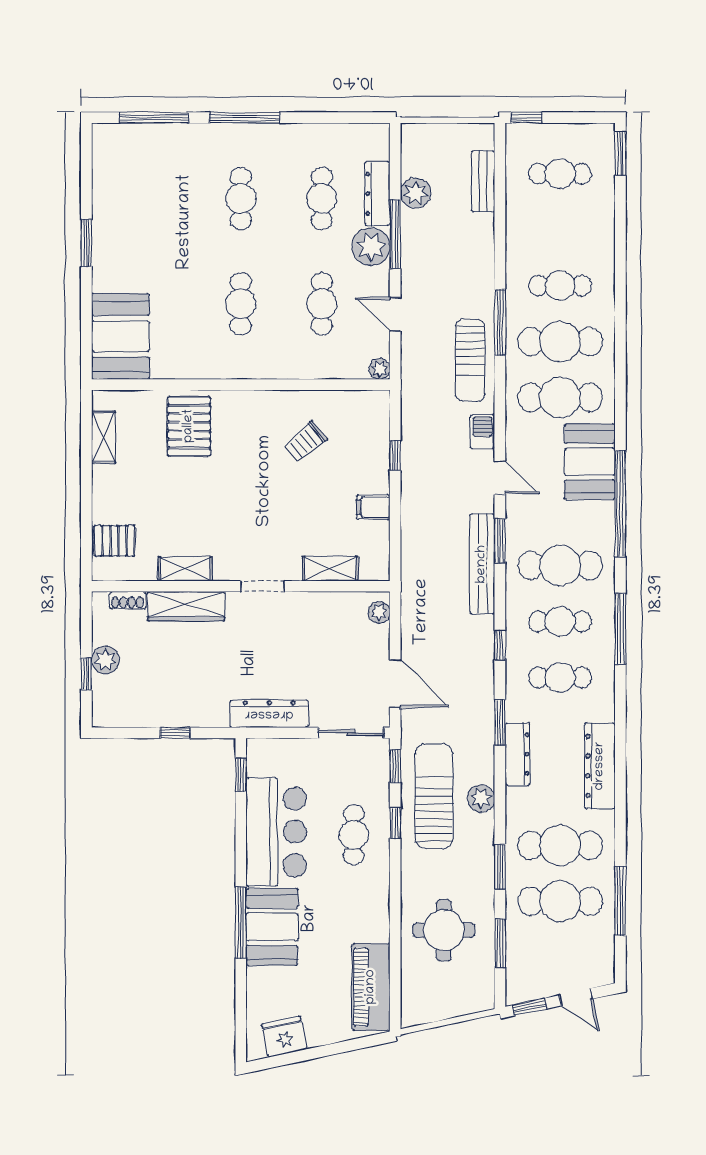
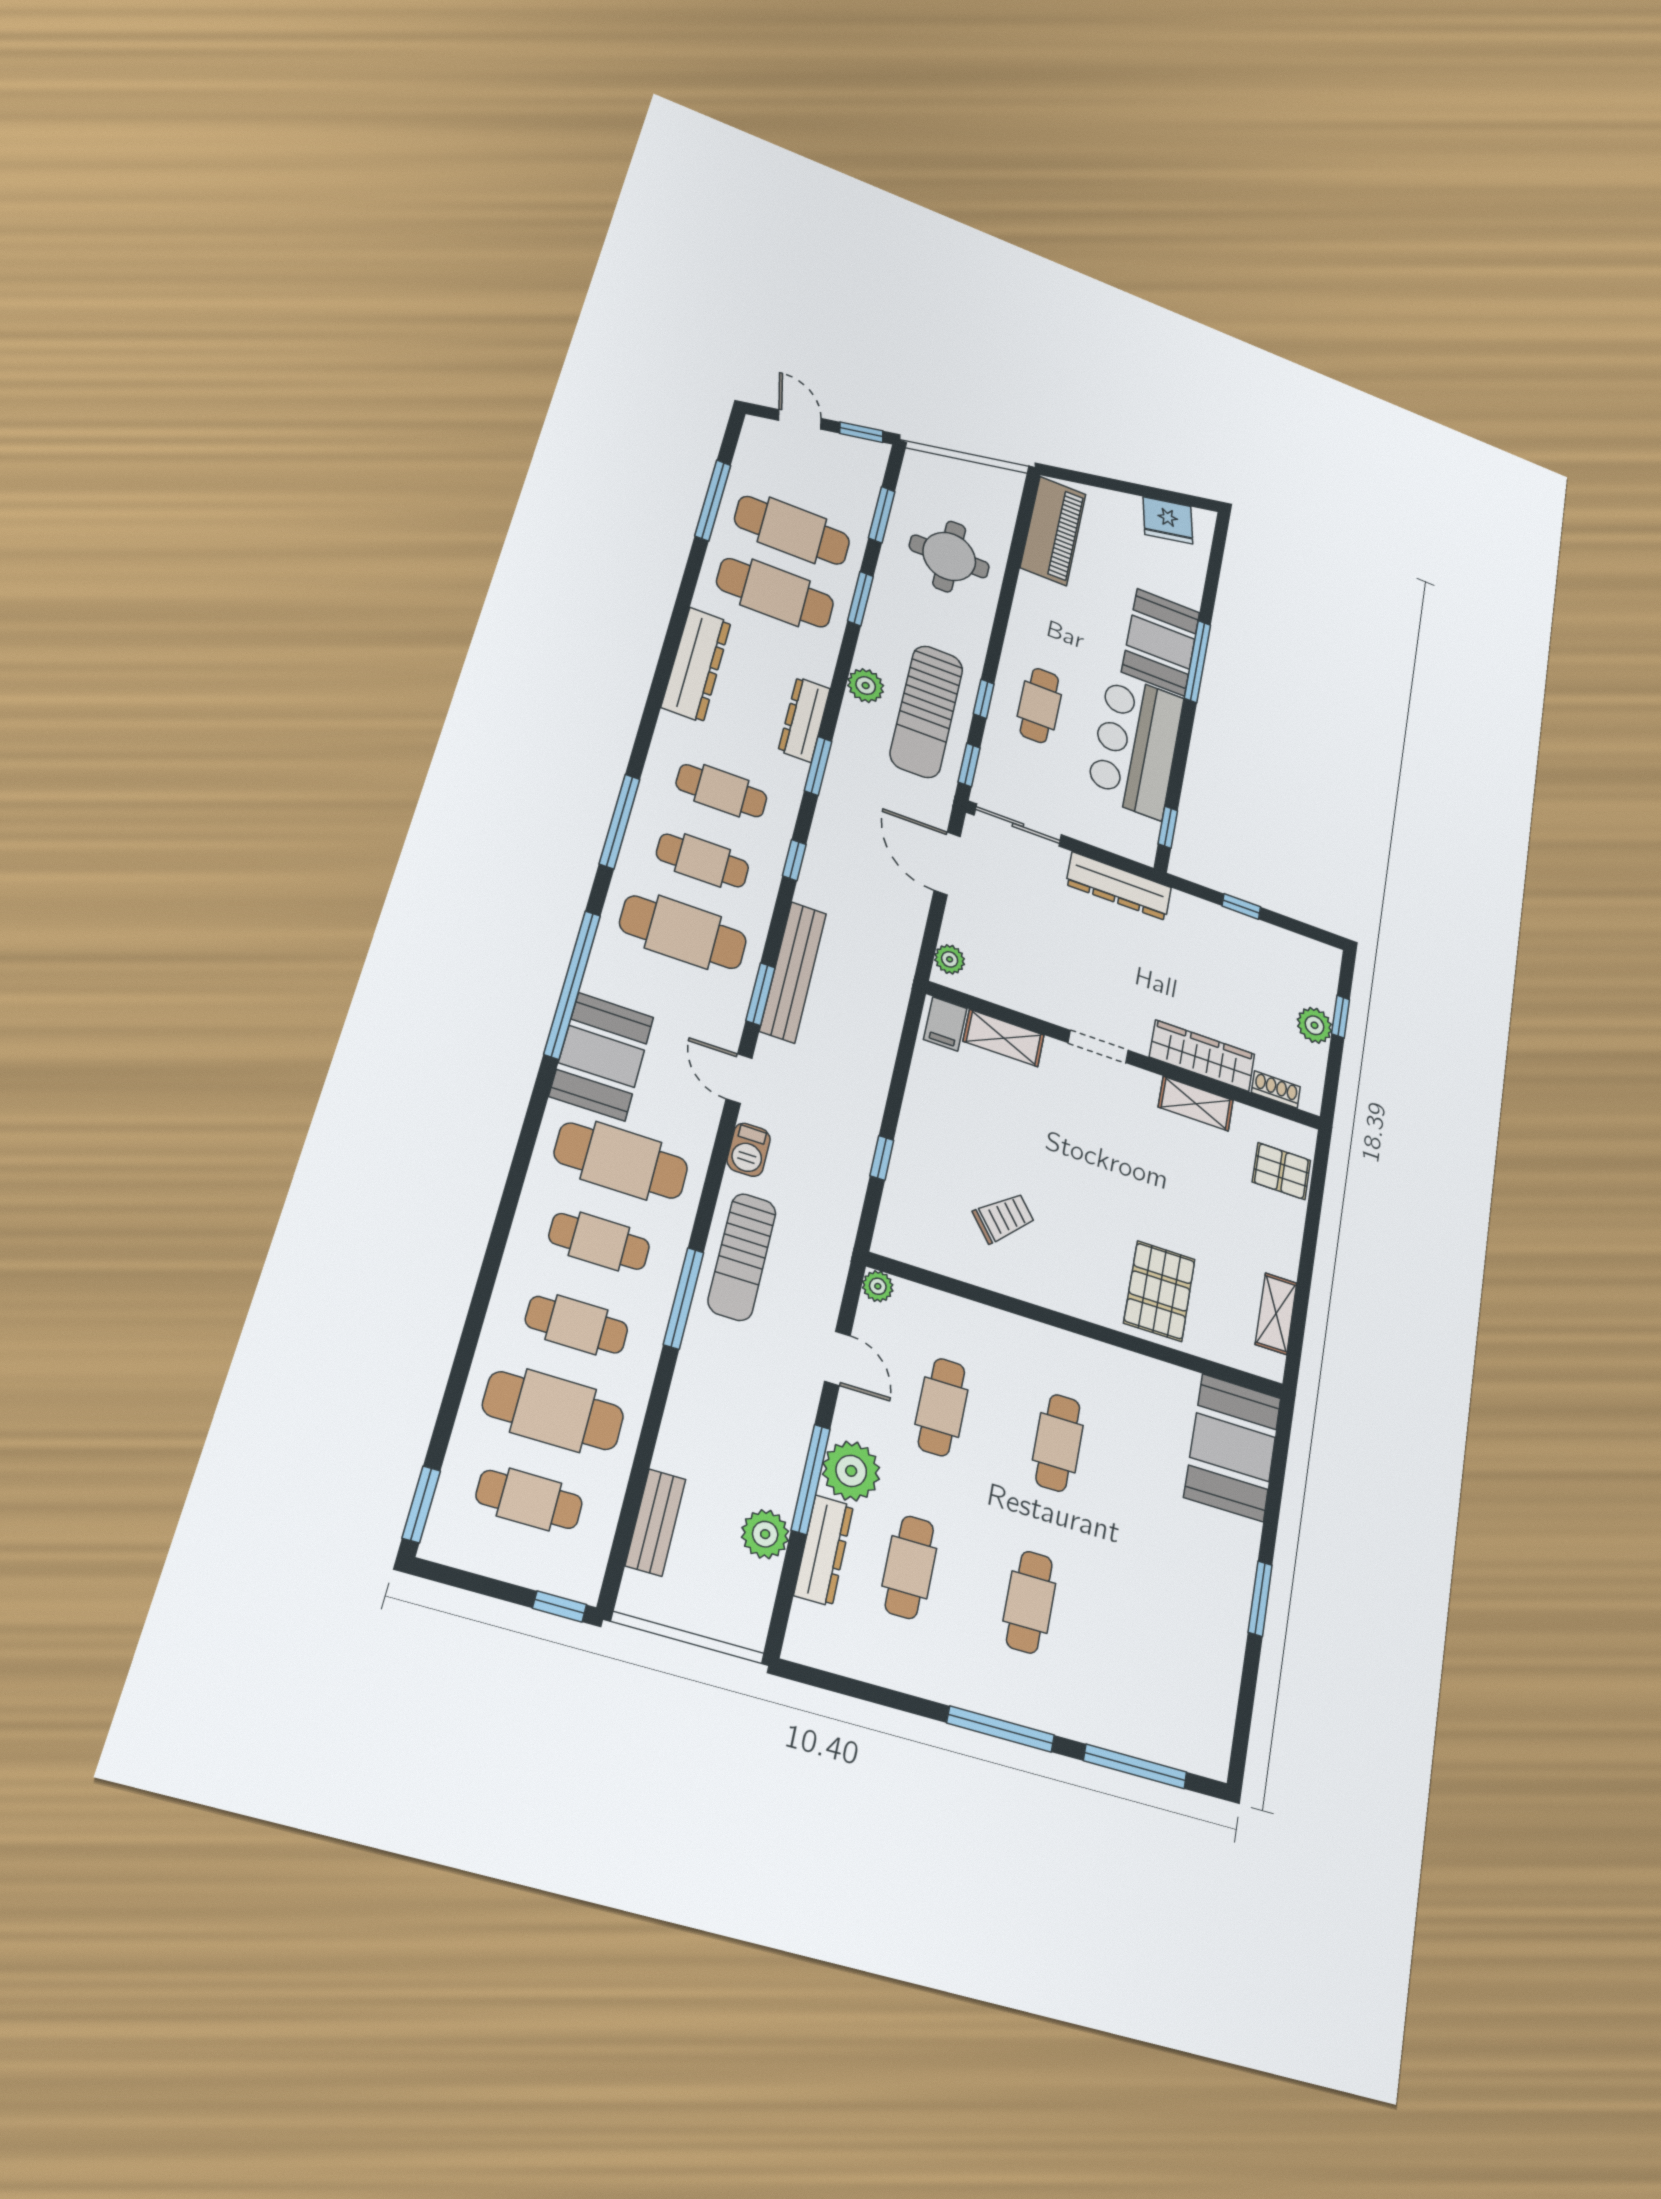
cafe table: (560, 230) -> (553, 1411), added
cafe table: (560, 342) -> (599, 1241), width x0.73, depth x0.74
sun lounger: (470, 360) -> (742, 1257), turned 180
filing cabinet: (373, 507) -> (945, 1024), moved, turned 90

